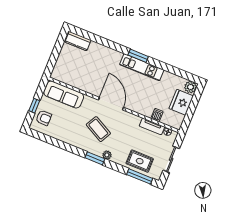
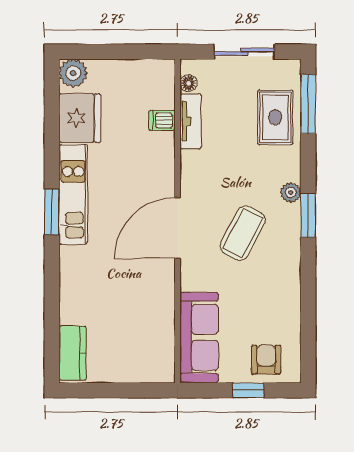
fridge: (181, 102) -> (80, 118), moved, turned -90

